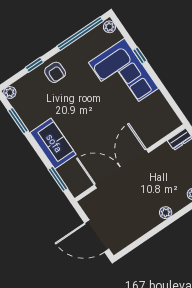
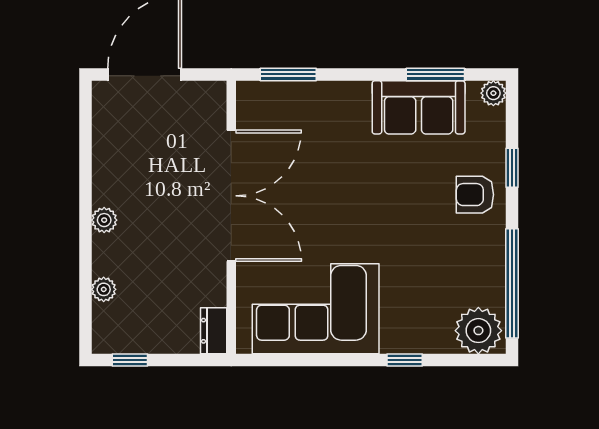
plant: (109, 27) -> (478, 331), width x1.87, depth x1.87
corner sofa: (124, 75) -> (316, 309), moved
sofa: (53, 144) -> (419, 107), moved

